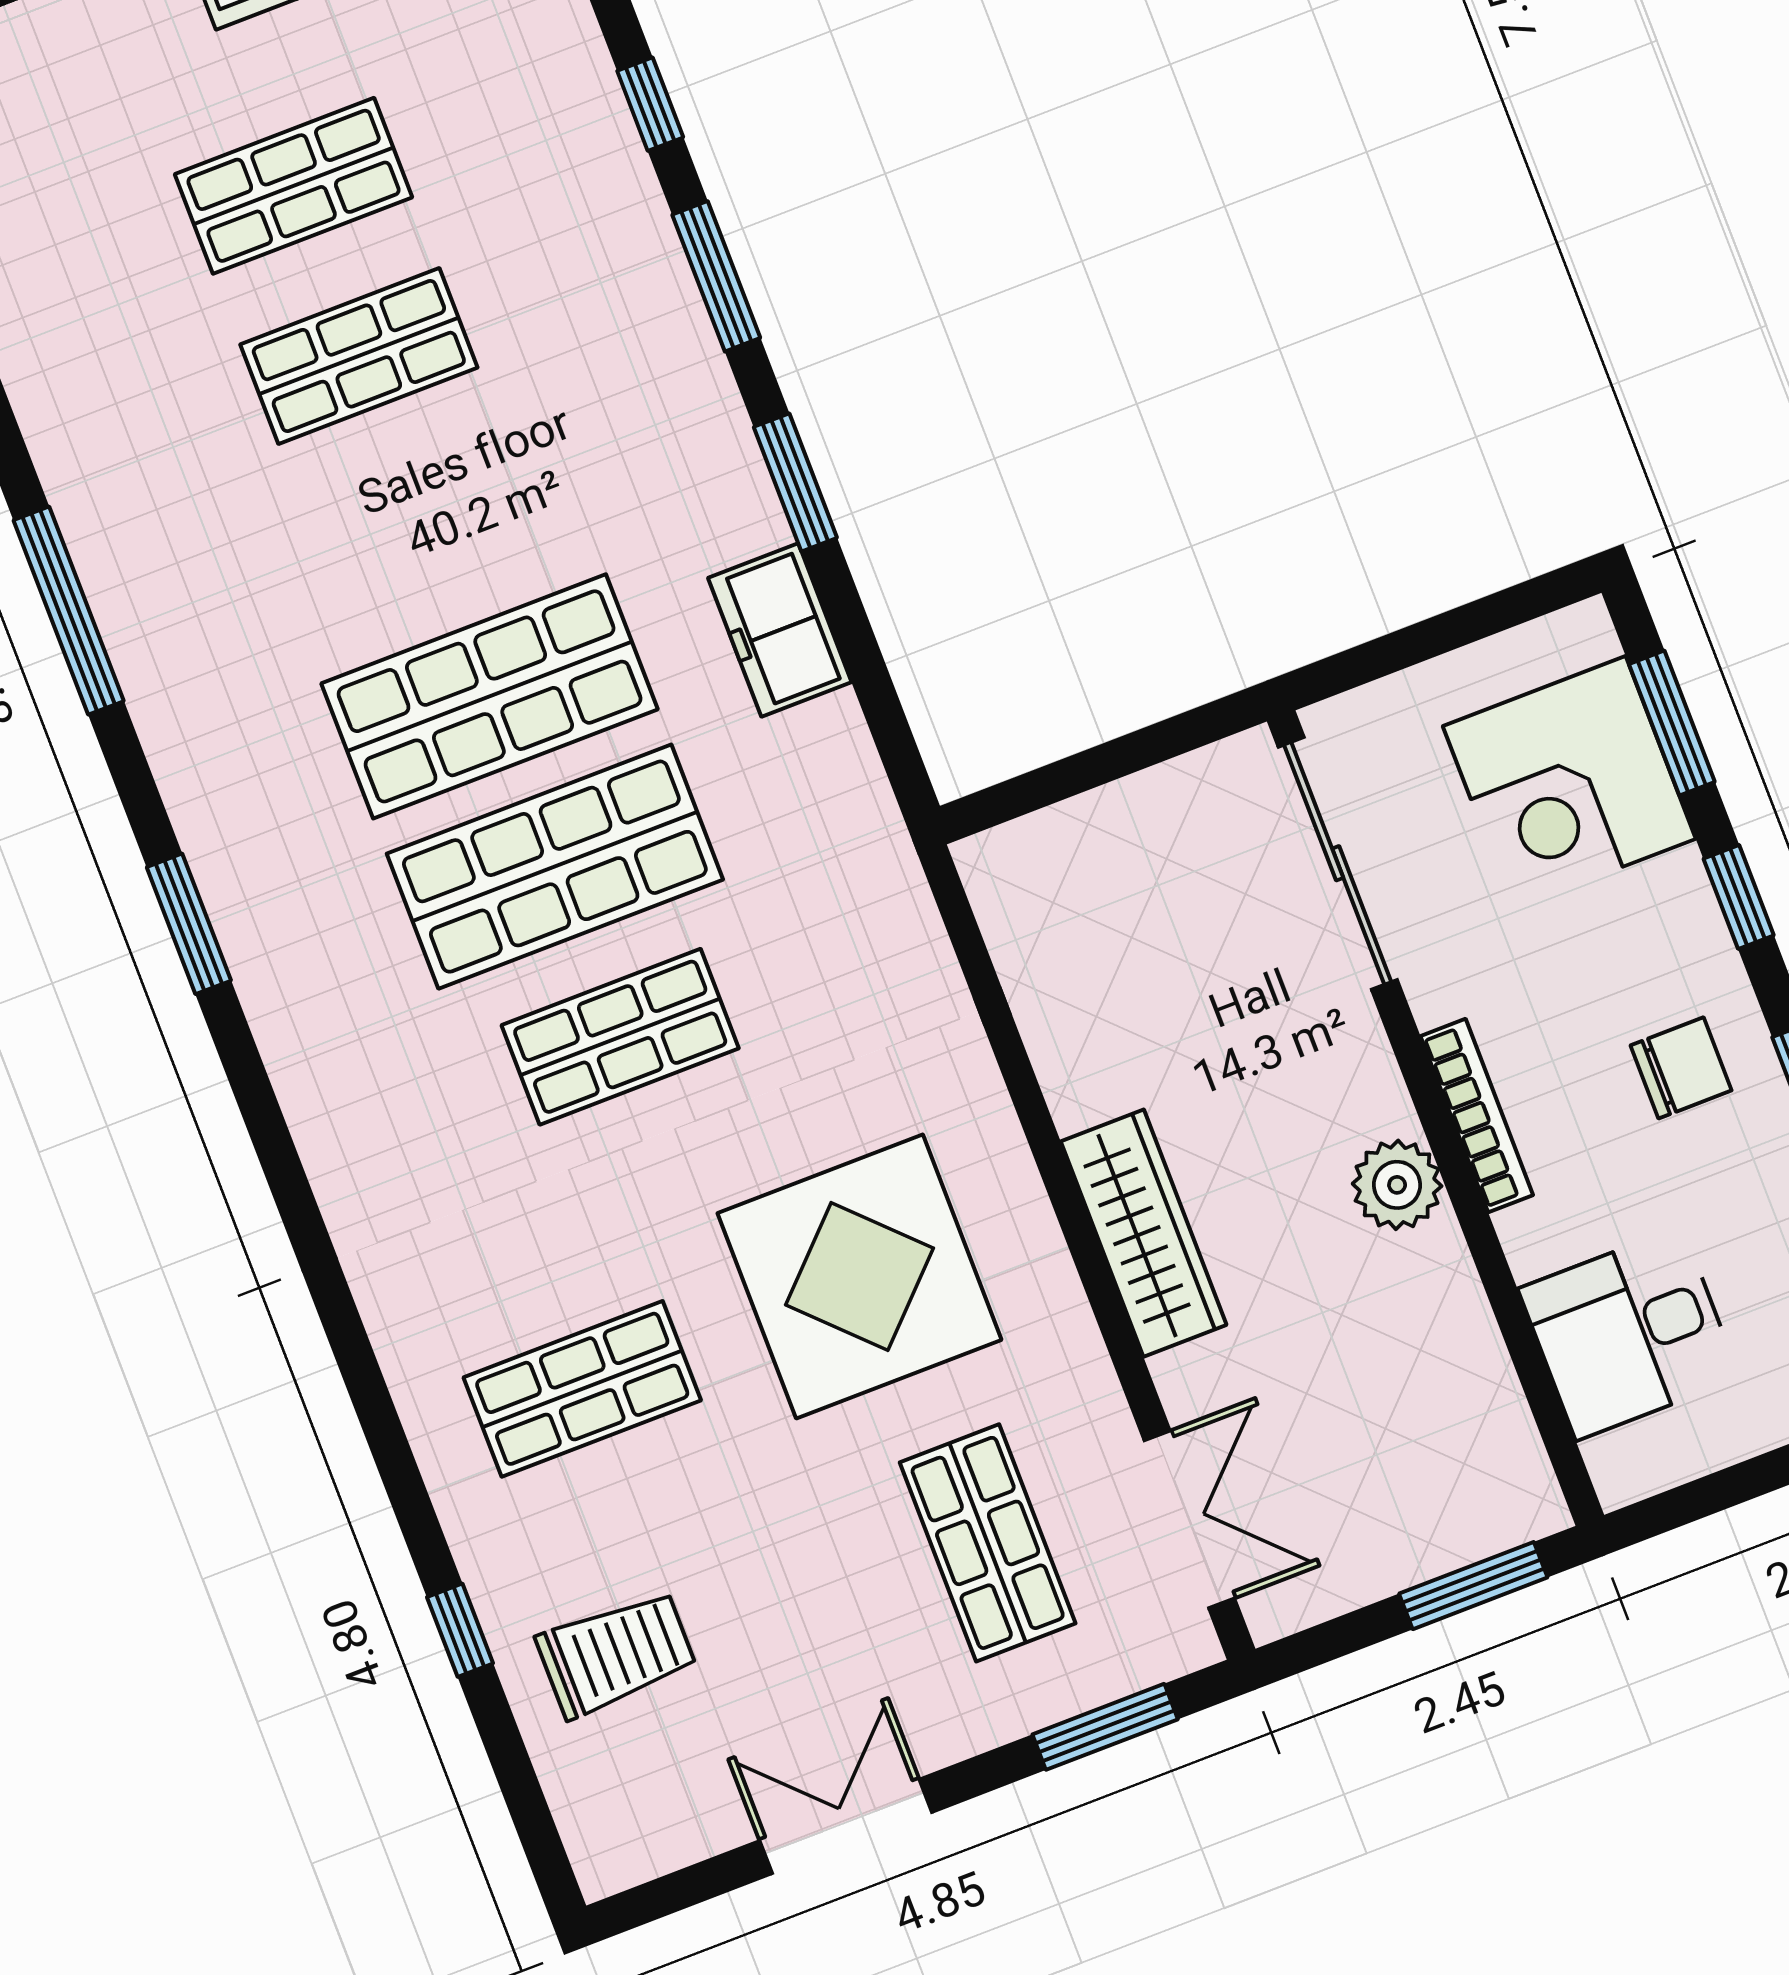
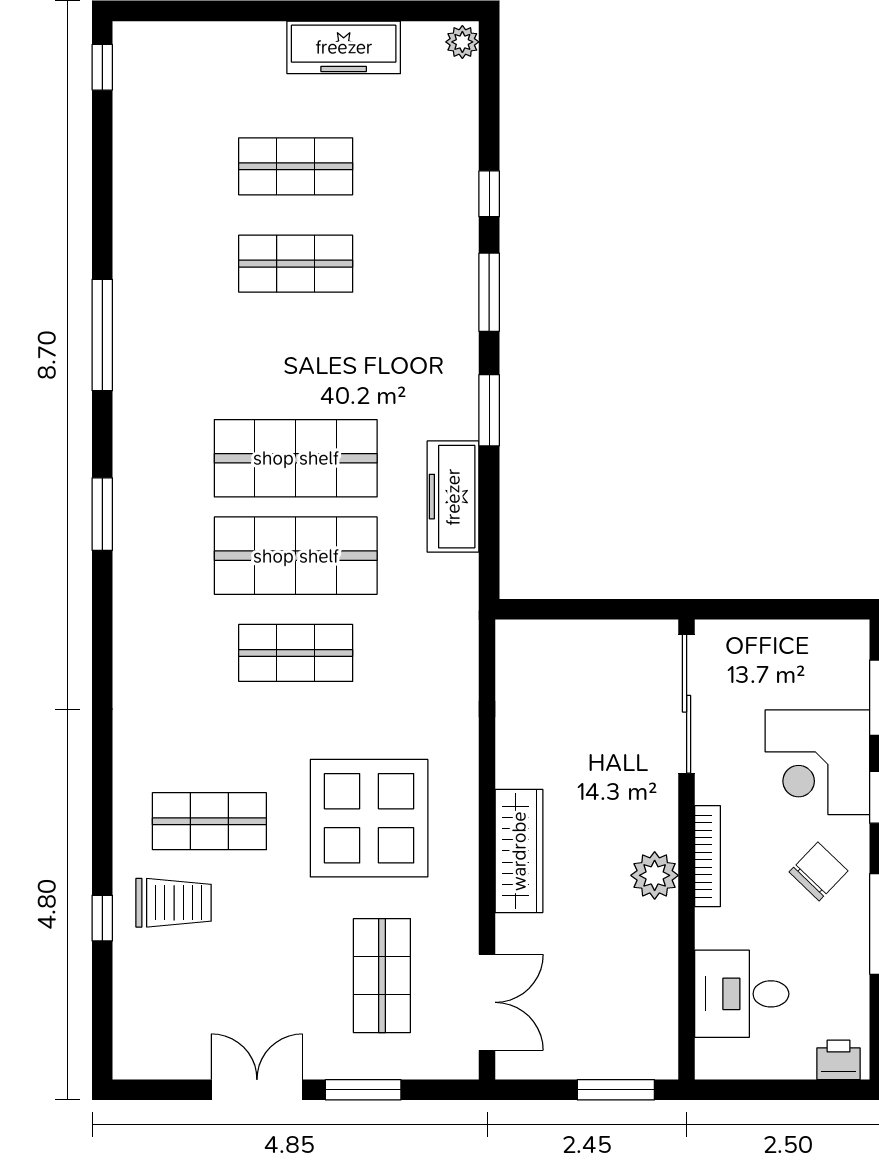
freezer: (780, 630) -> (453, 497), width x1.40
corner desk: (1569, 782) -> (817, 762), moved
chair: (1681, 1068) -> (819, 871), turned -46
trolley: (616, 1654) -> (174, 903), moved
window: (1105, 1727) -> (363, 1090), moved

